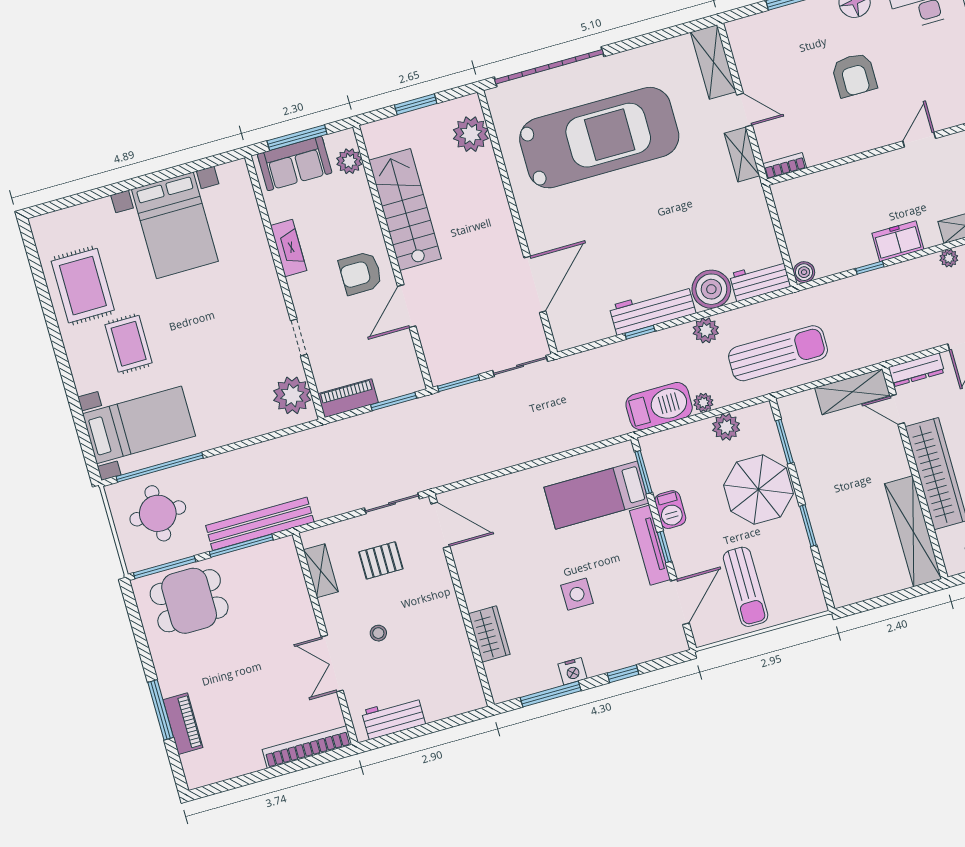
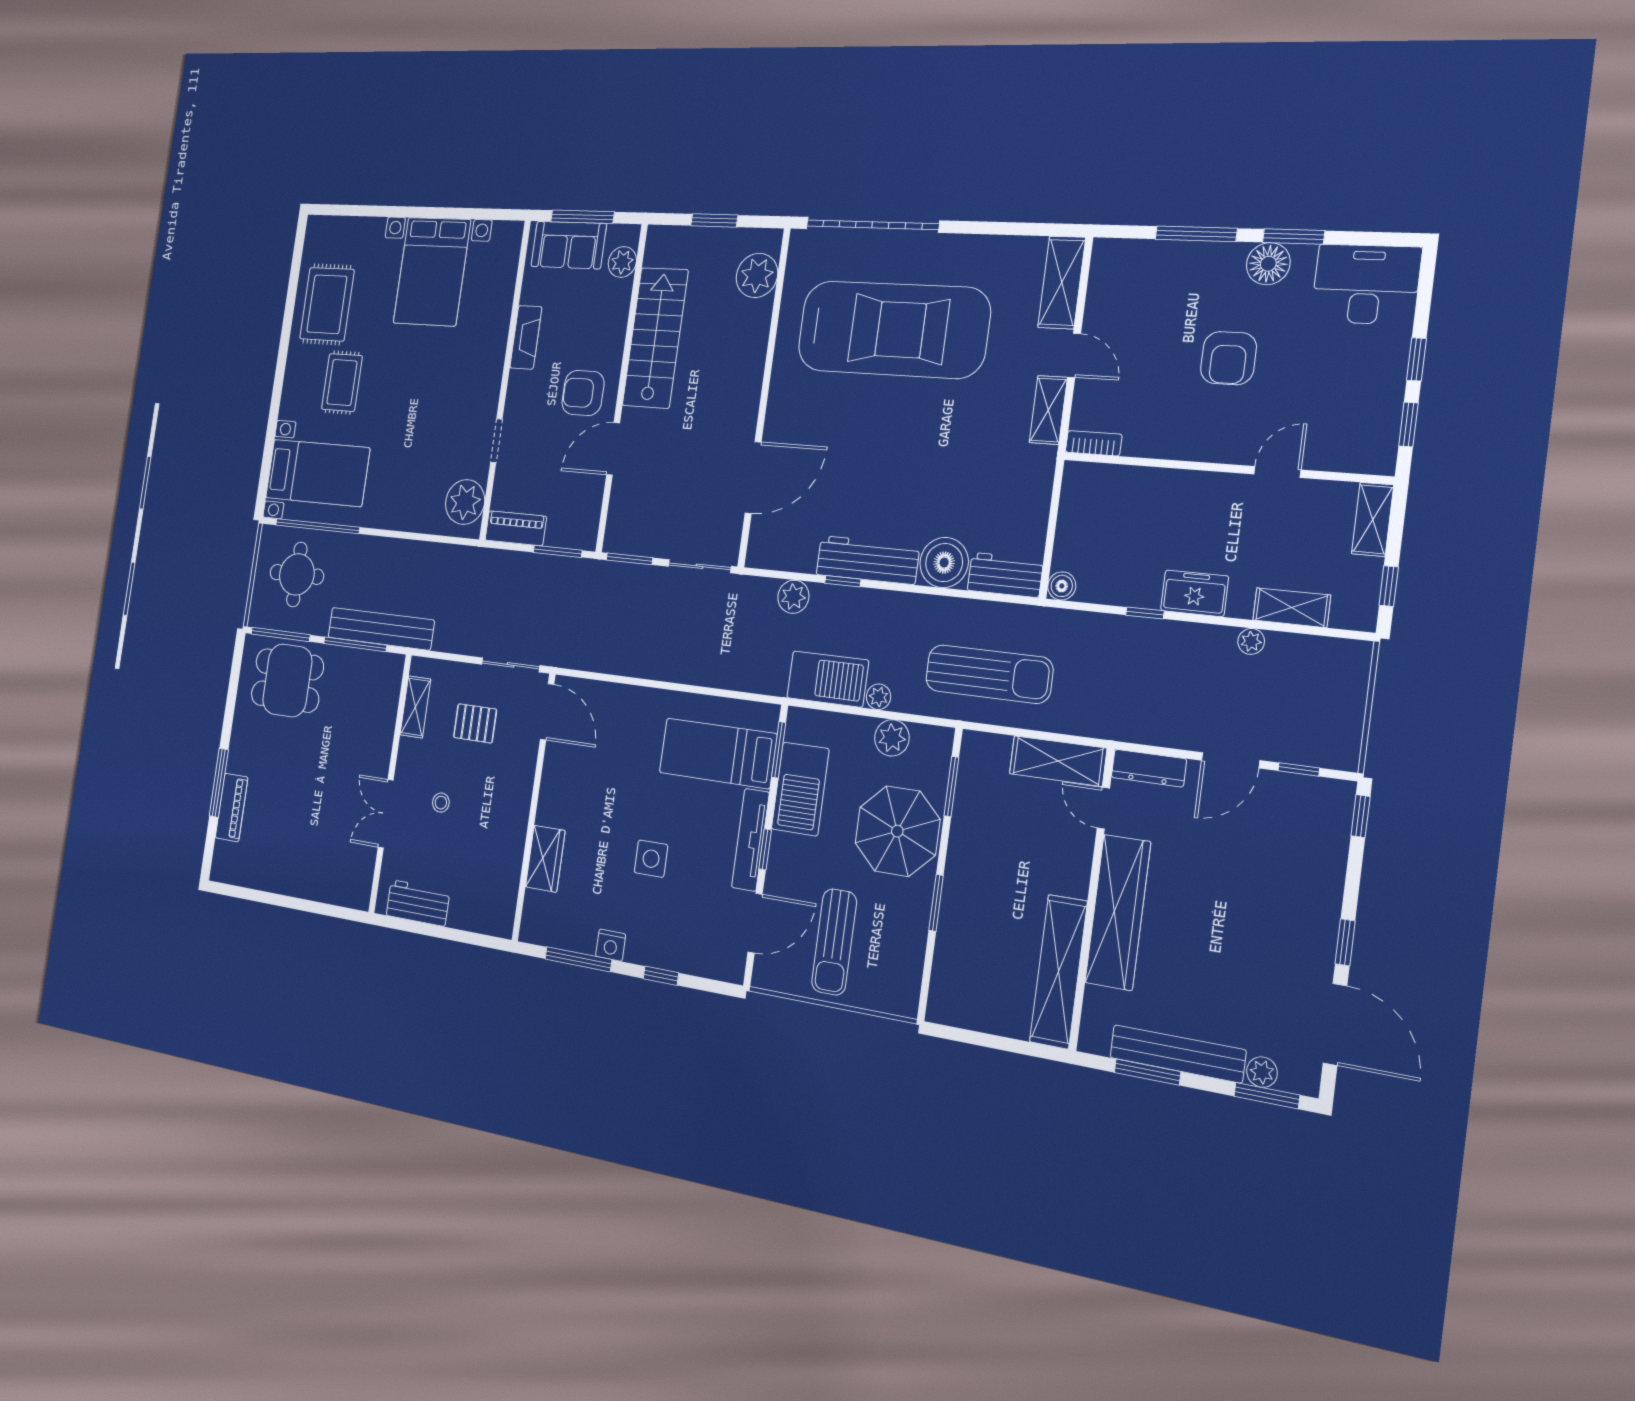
plant: (706, 330) -> (793, 597), moved
barbecue: (670, 510) -> (800, 789), width x1.88, depth x1.53
bookcase: (307, 747) -> (328, 892), removed

